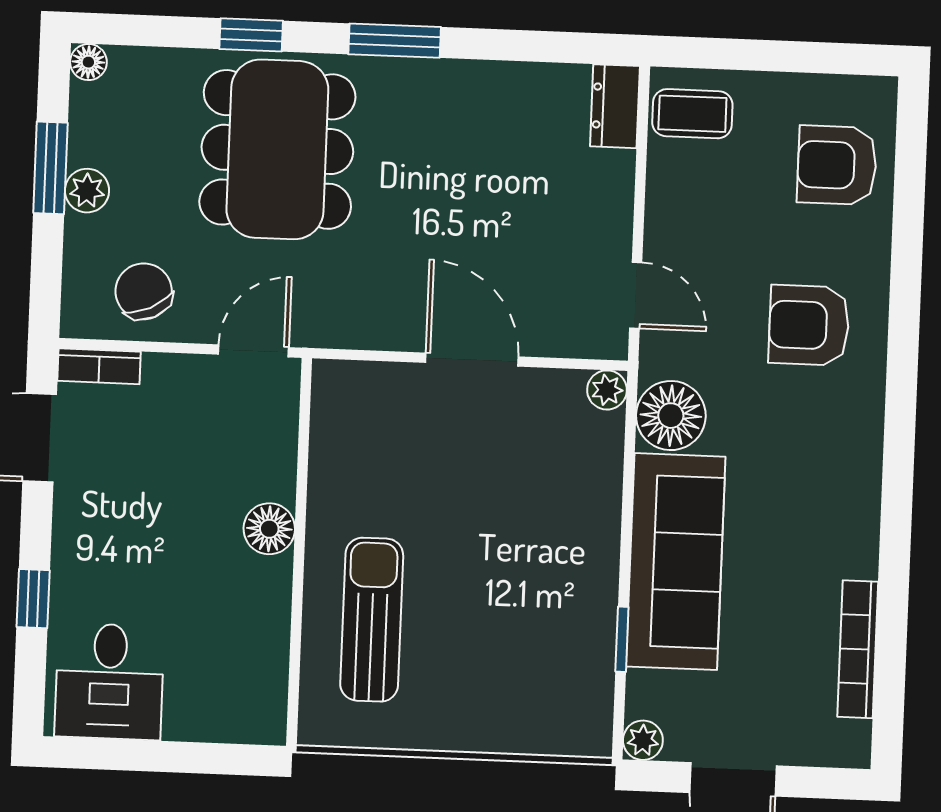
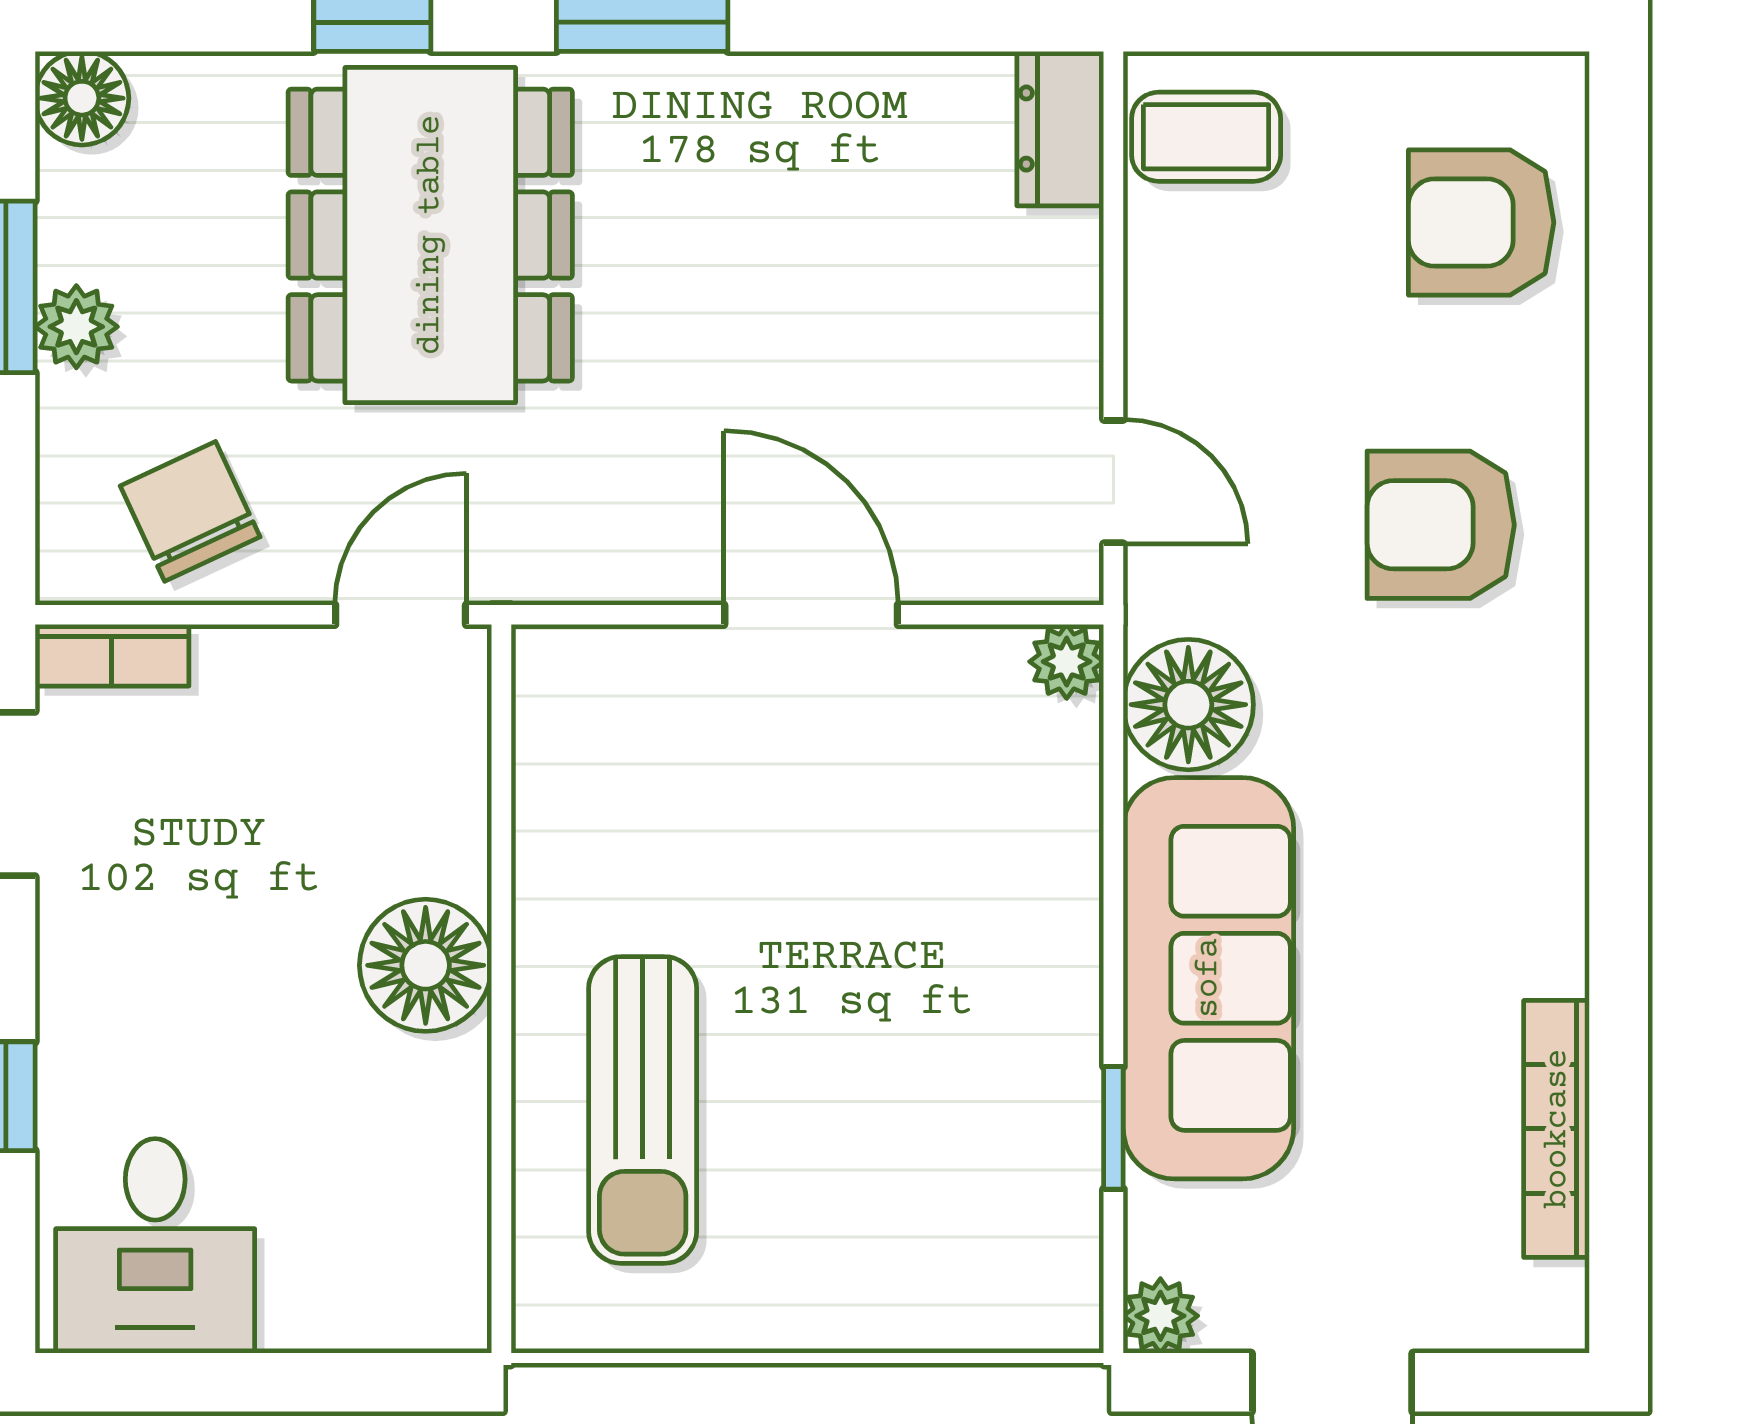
floor lamp: (88, 62) -> (82, 98), width x1.37, depth x1.37
floor lamp: (269, 529) -> (426, 965), width x1.38, depth x1.38
sun lounger: (372, 620) -> (643, 1110), turned 180

